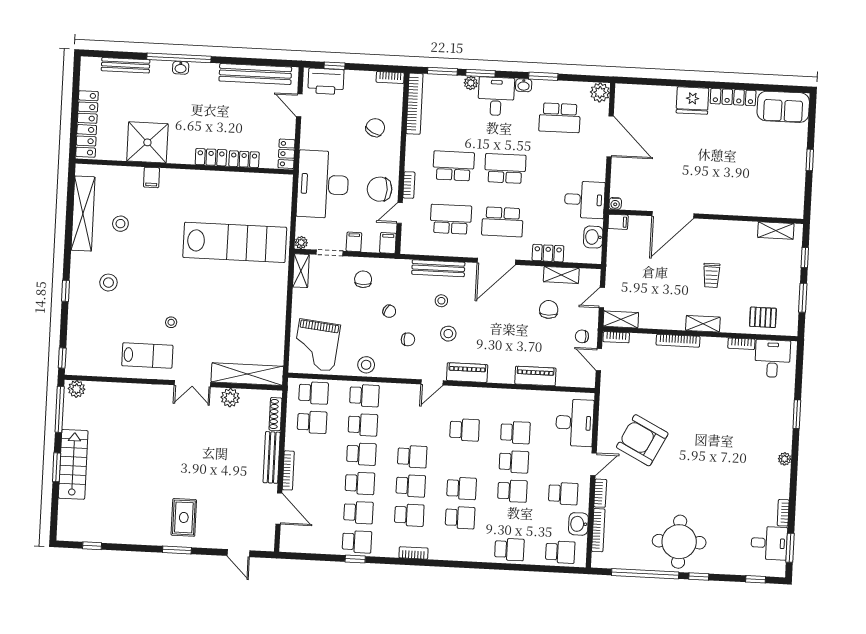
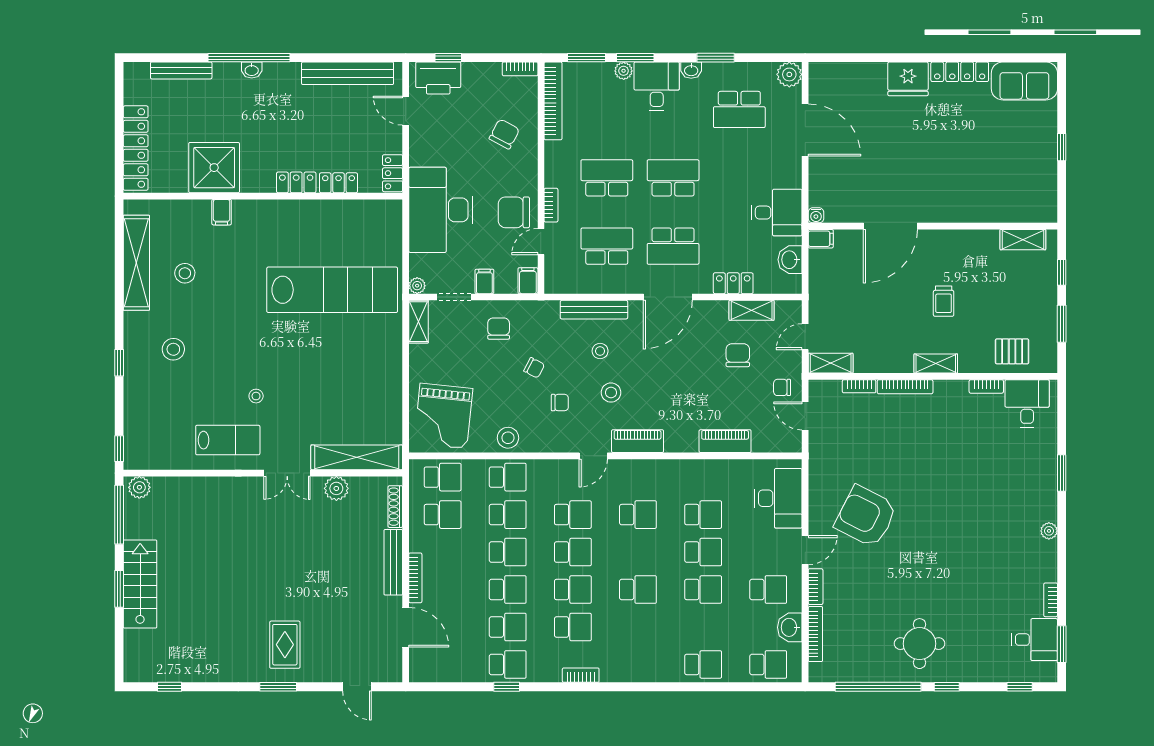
bookcase: (616, 337) -> (859, 386), moved
school desk: (460, 518) -> (573, 515), moved
round table: (679, 542) -> (919, 644), width x0.73, depth x0.73

